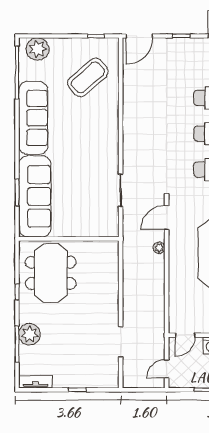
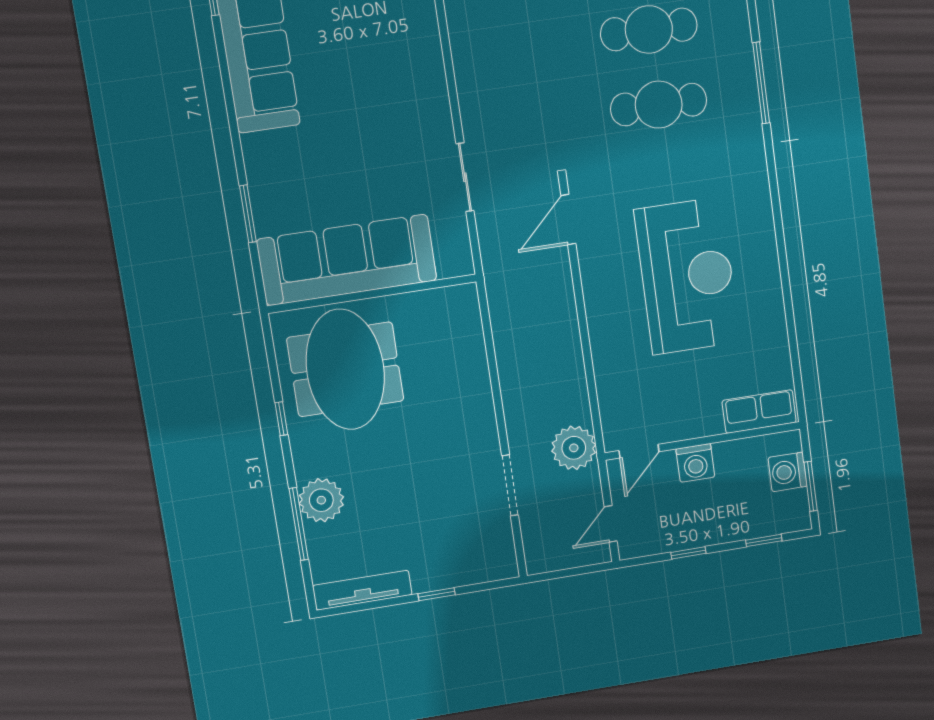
sofa: (35, 196) -> (347, 260), moved, turned -90
plant: (159, 248) -> (574, 448), moved, width x1.87, depth x1.87
tv unit: (35, 382) -> (362, 590), width x1.41

